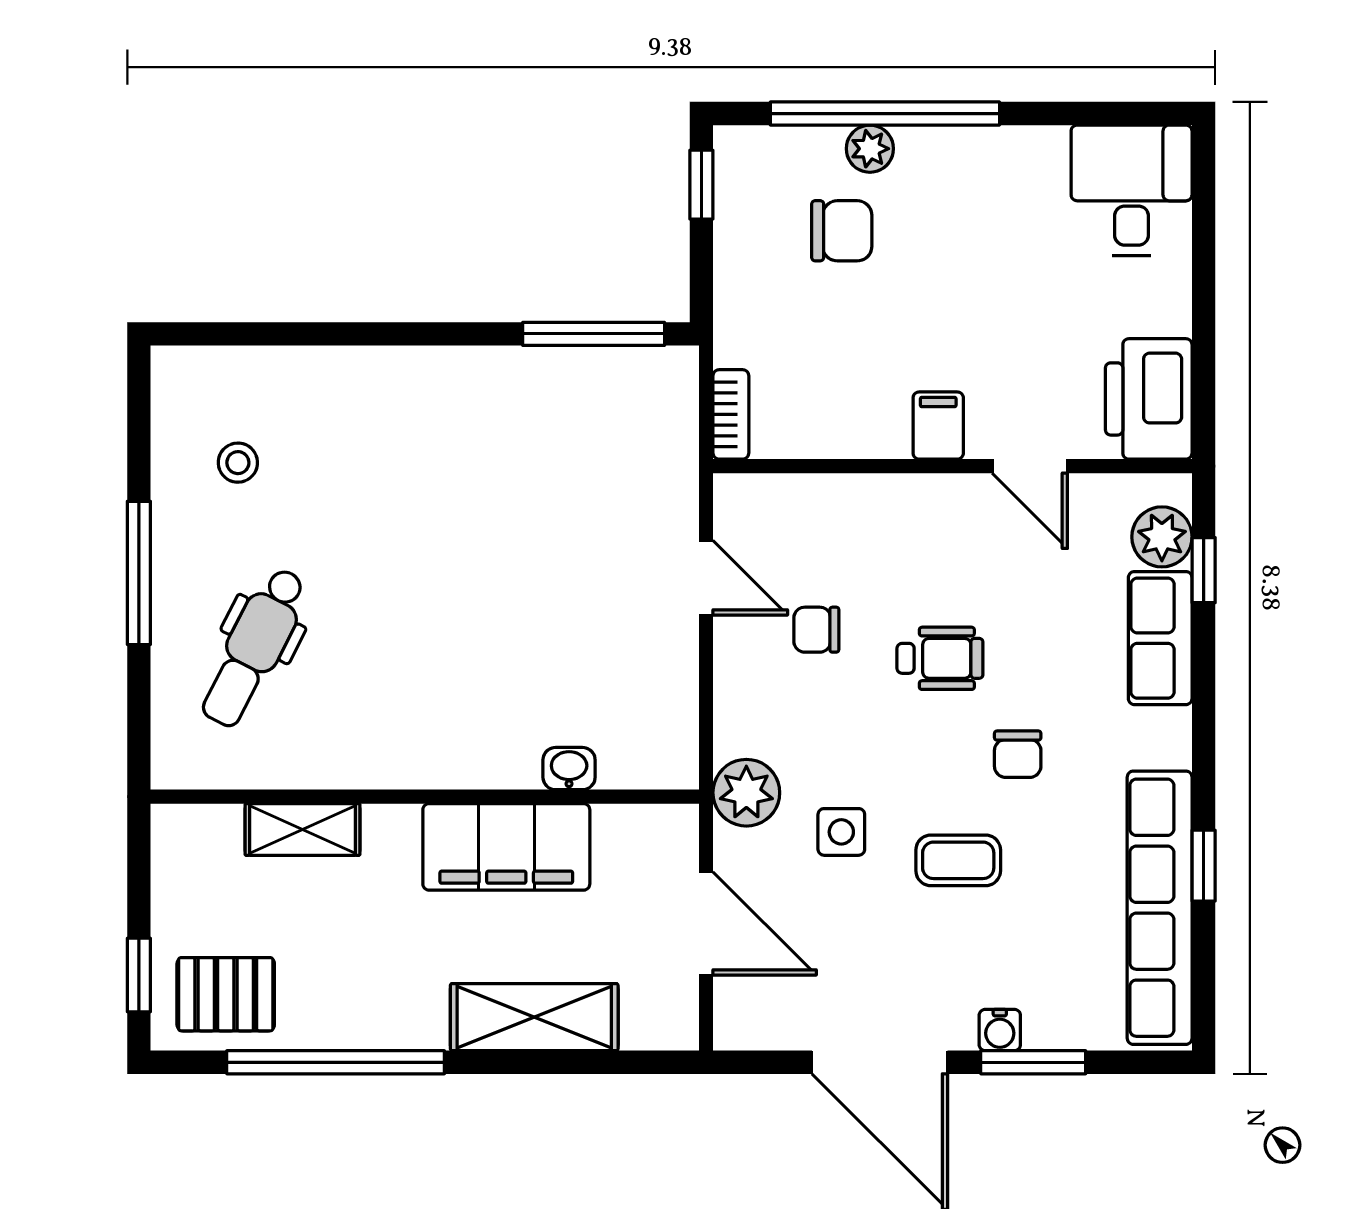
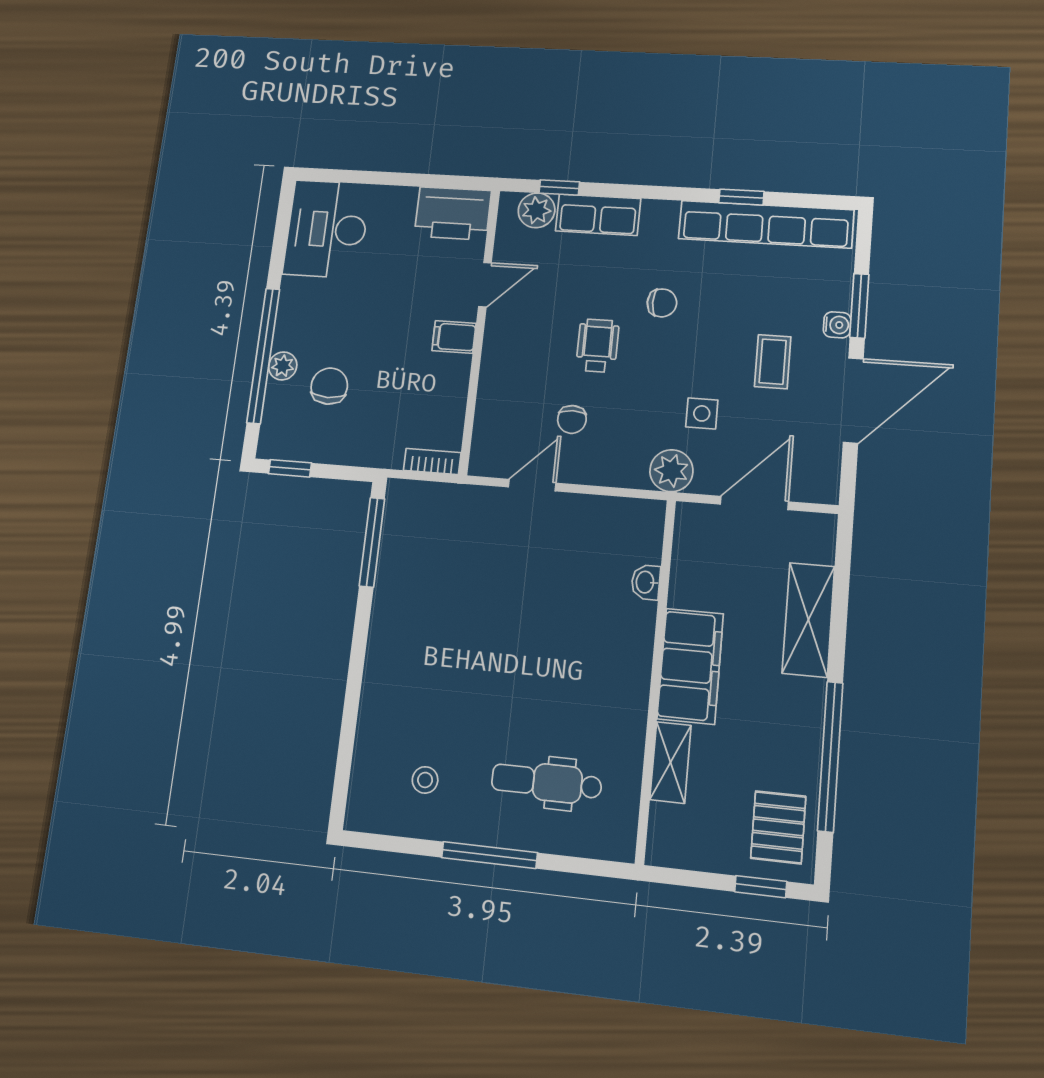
desk: (1132, 190) -> (327, 229), width x1.37
dental chair: (254, 647) -> (547, 782), turned 153
filing cabinet: (506, 847) -> (690, 666), moved
coffee table: (958, 860) -> (773, 362), moved

